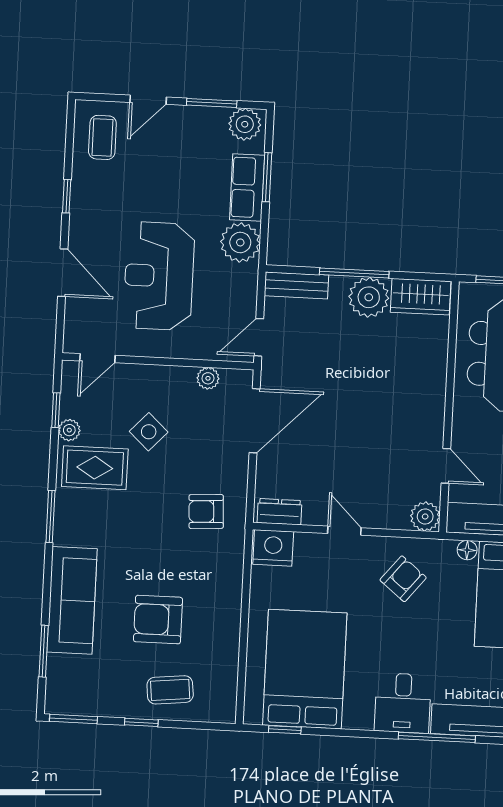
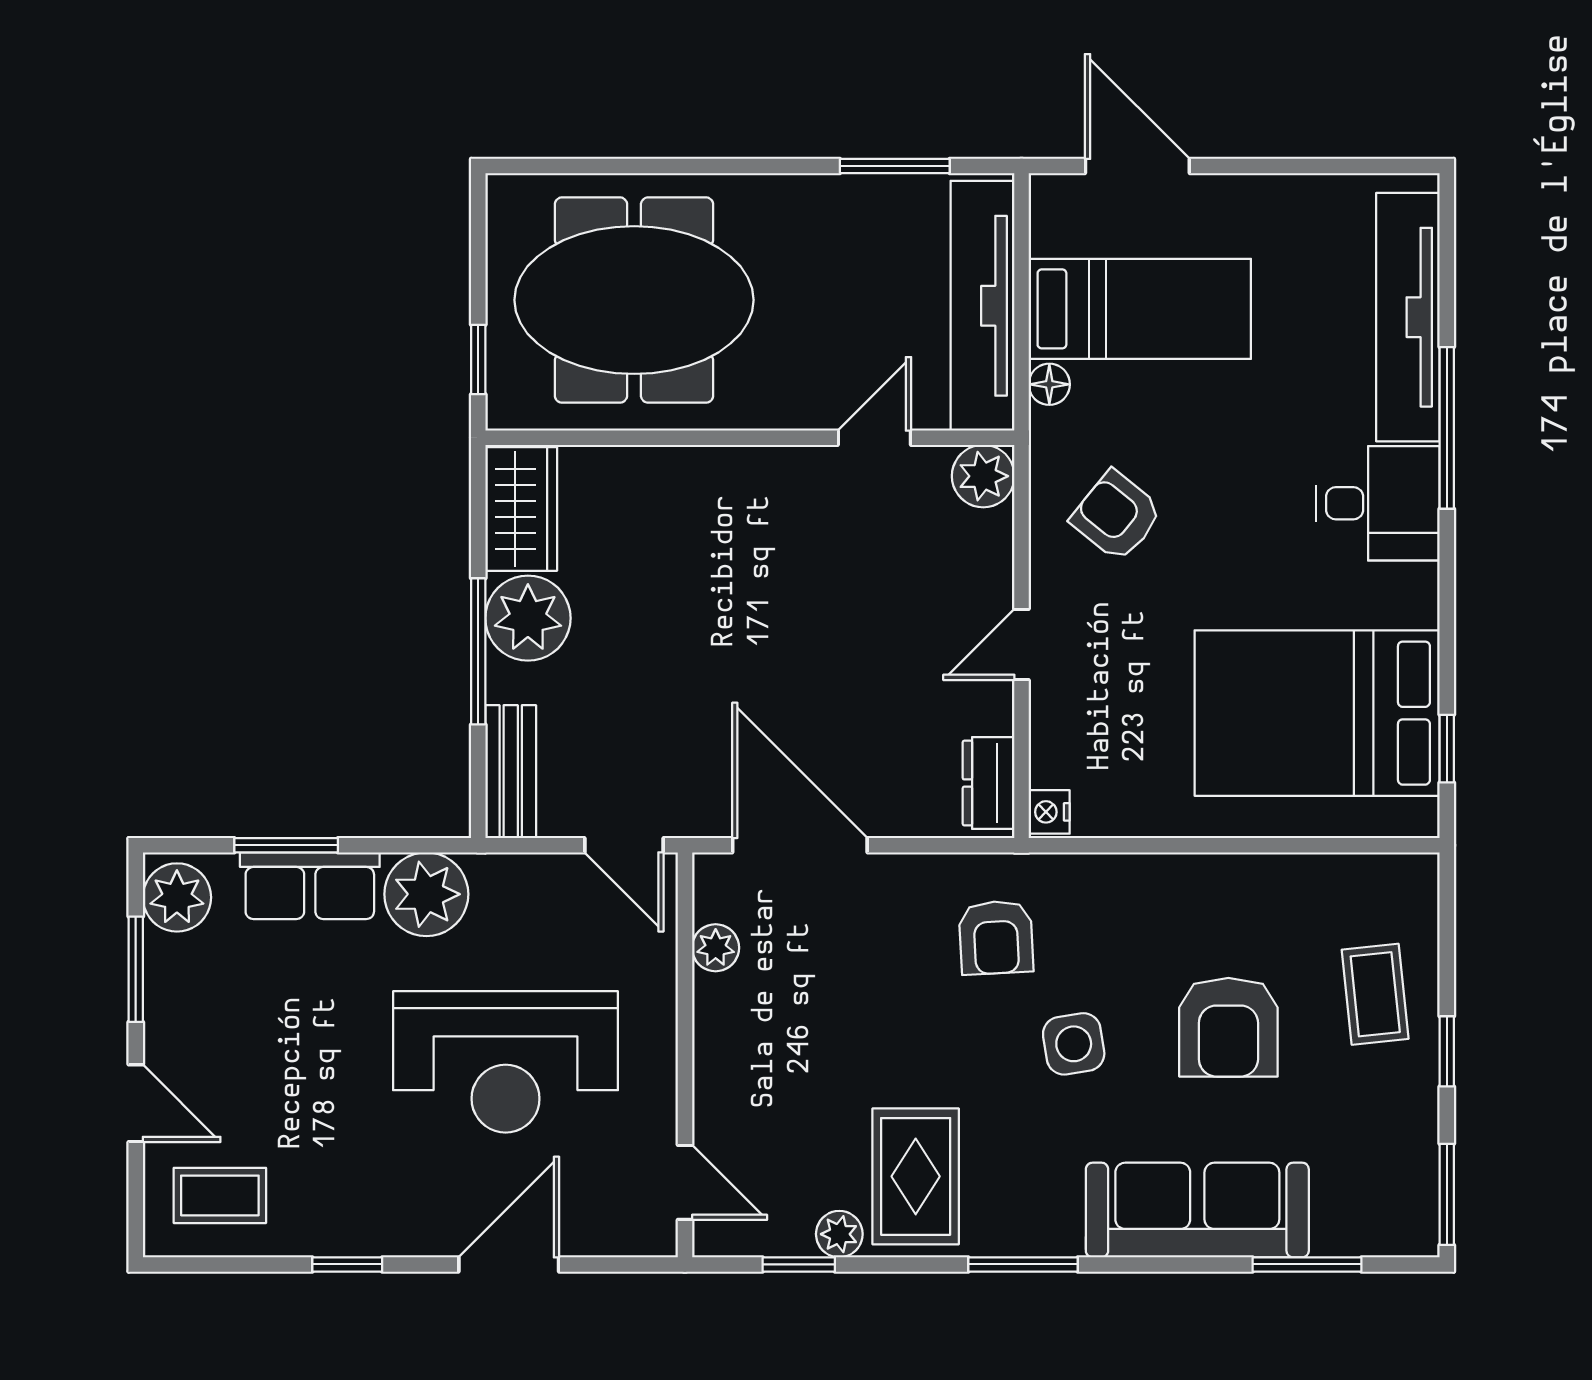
side table: (149, 432) -> (1074, 1044), moved, turned 38
nightstand: (273, 548) -> (1049, 812), width x0.53, depth x0.56

